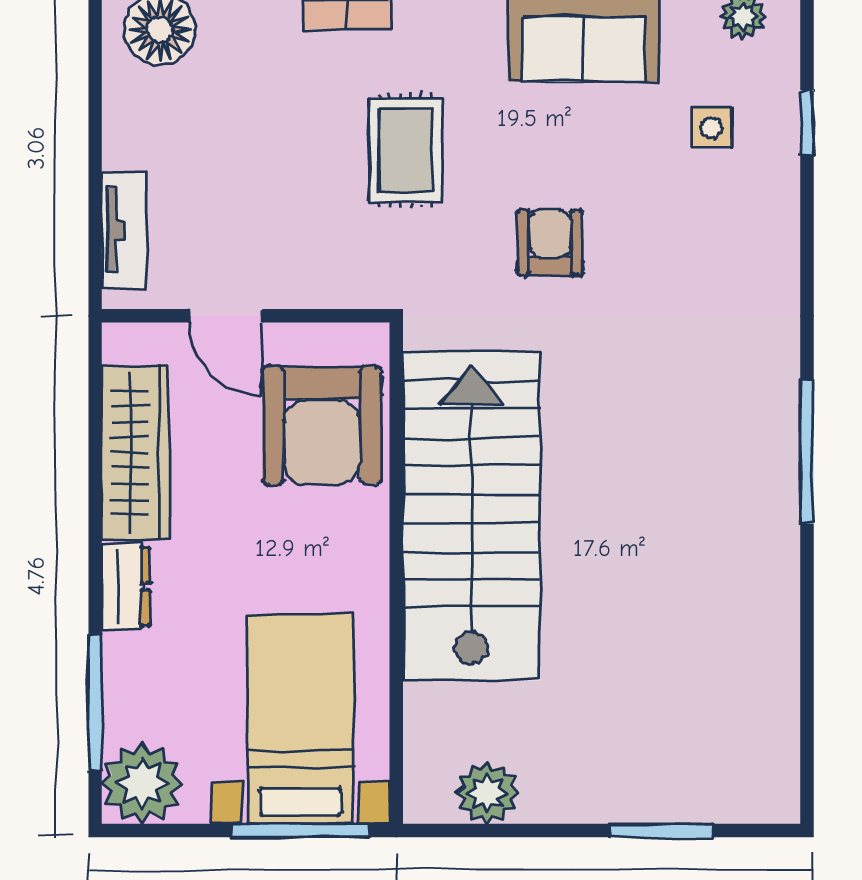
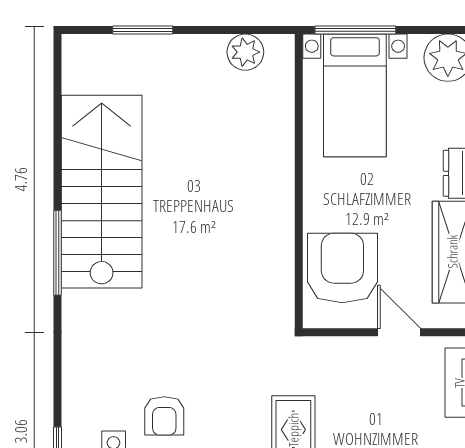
armchair: (550, 243) -> (164, 416), moved
stairs: (471, 516) -> (102, 192), moved, turned 180

